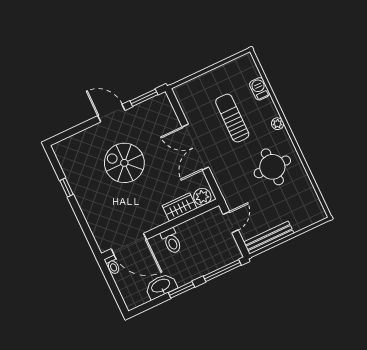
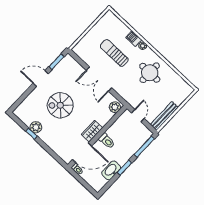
barbecue: (259, 89) -> (134, 39), moved
plant: (77, 181) -> (36, 127), added
wardrobe: (180, 207) -> (92, 131), moved

